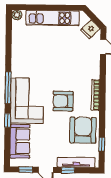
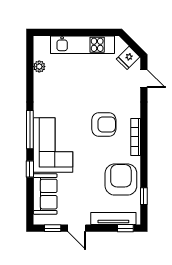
plant: (17, 15) -> (39, 67), moved
armchair: (63, 101) -> (104, 124), moved, turned 180
window: (68, 170) -> (125, 228), moved

